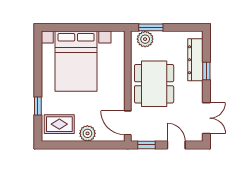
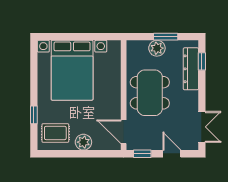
window: (151, 27) -> (166, 37), moved
plant: (145, 39) -> (157, 48), moved
window: (206, 71) -> (202, 61), moved

